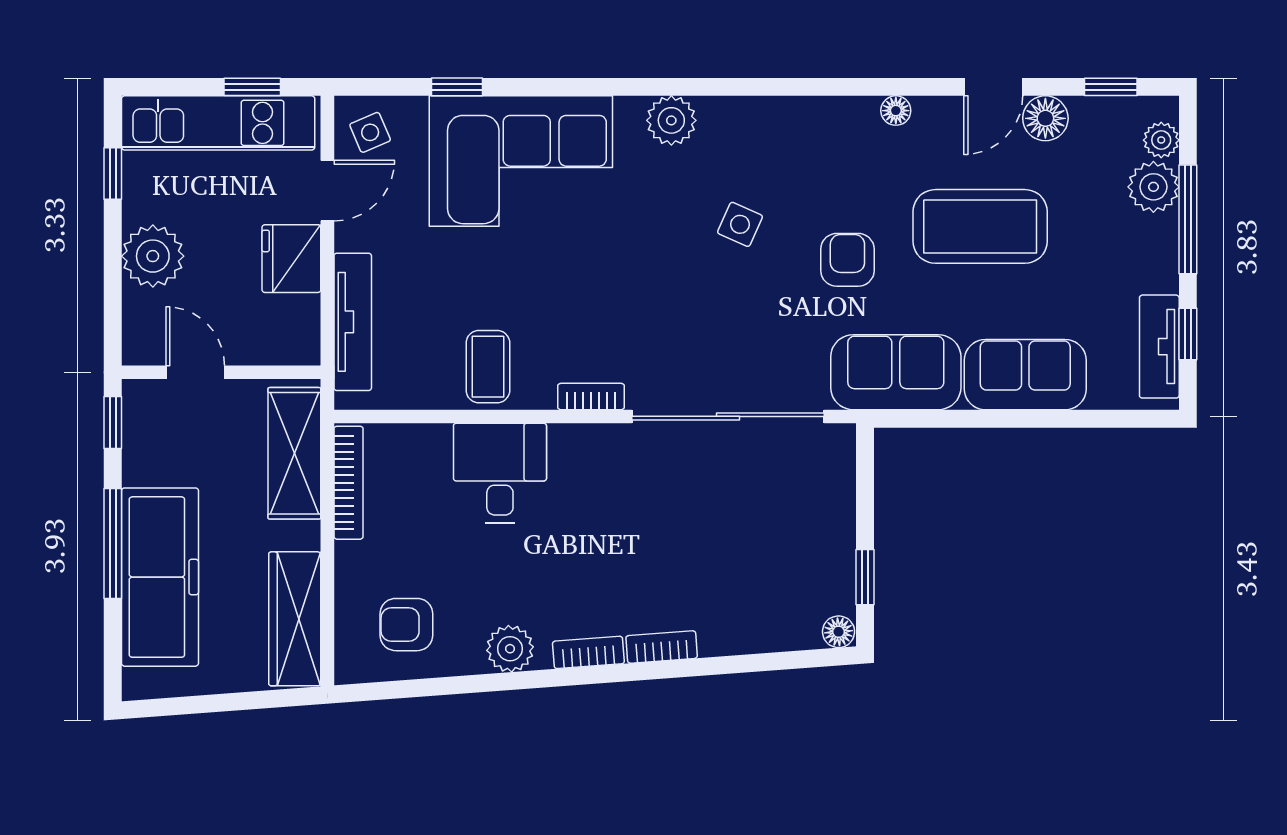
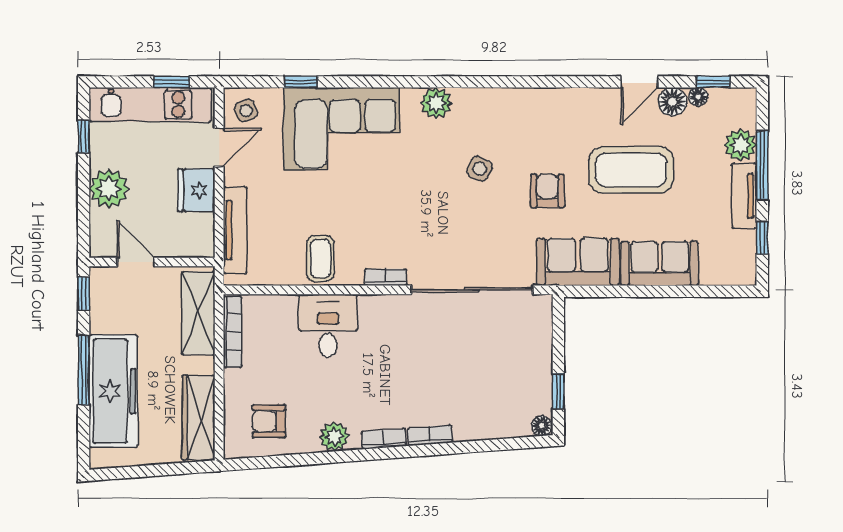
floor lamp: (896, 111) -> (698, 97), moved
plant: (1161, 140) -> (745, 115), removed
tv unit: (1159, 347) -> (744, 196), moved

